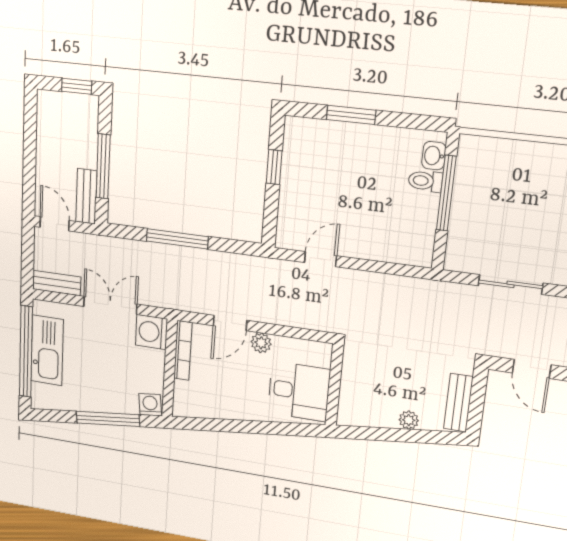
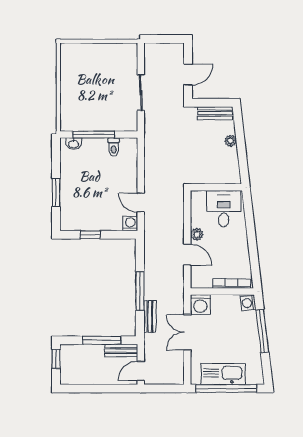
toilet: (425, 181) -> (114, 147), moved
washing machine: (287, 237) -> (130, 224), added
bench: (57, 283) -> (150, 317), moved
bookcase: (183, 350) -> (232, 283), moved

